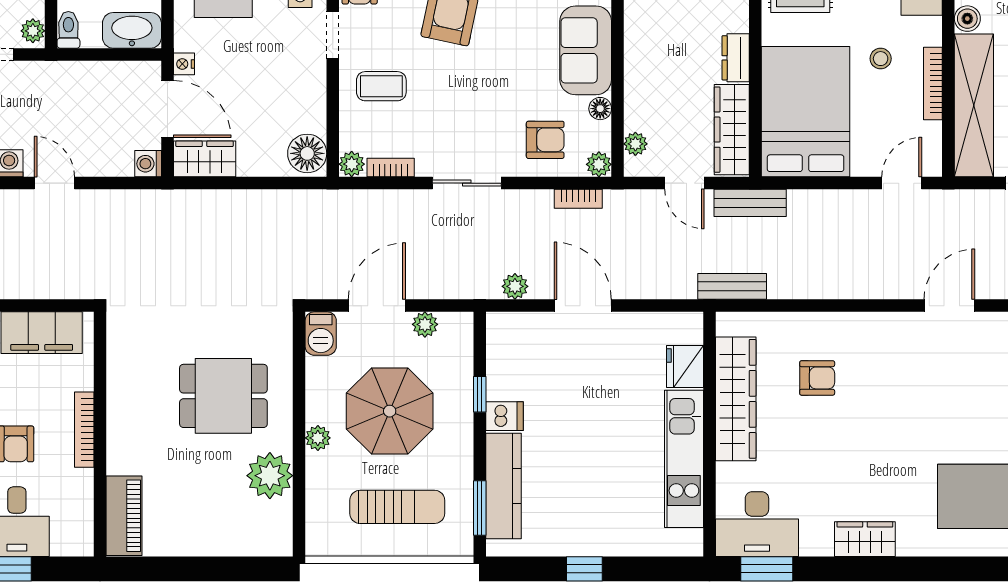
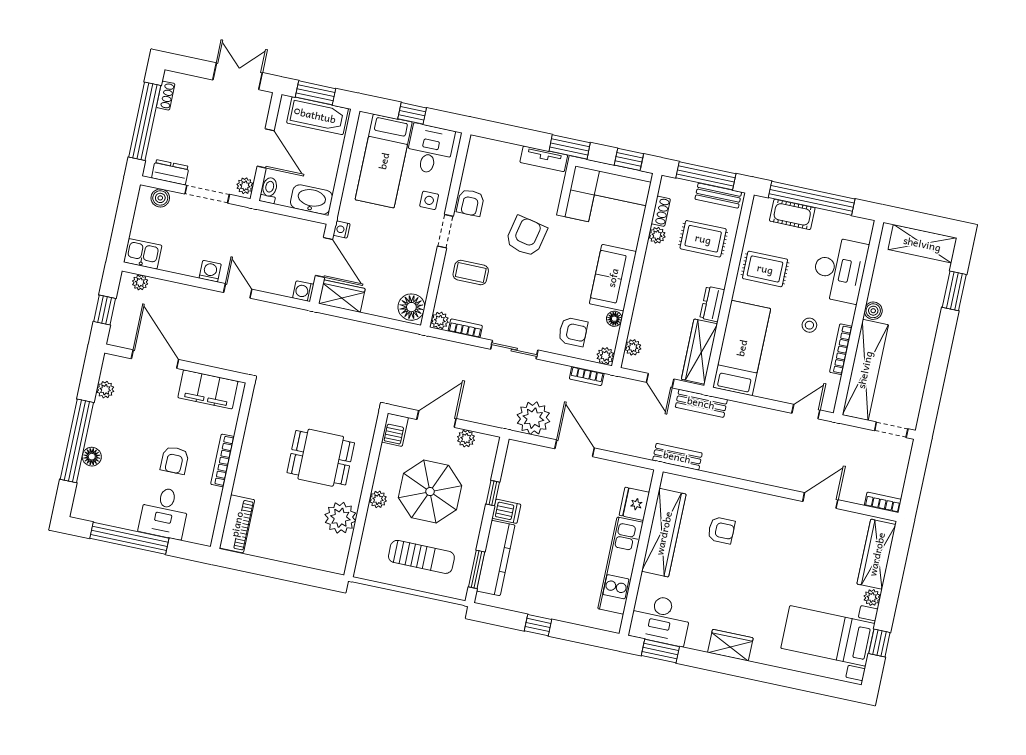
bed: (806, 112) -> (742, 348), width x0.67
plant: (515, 286) -> (533, 418), width x1.87, depth x1.87

